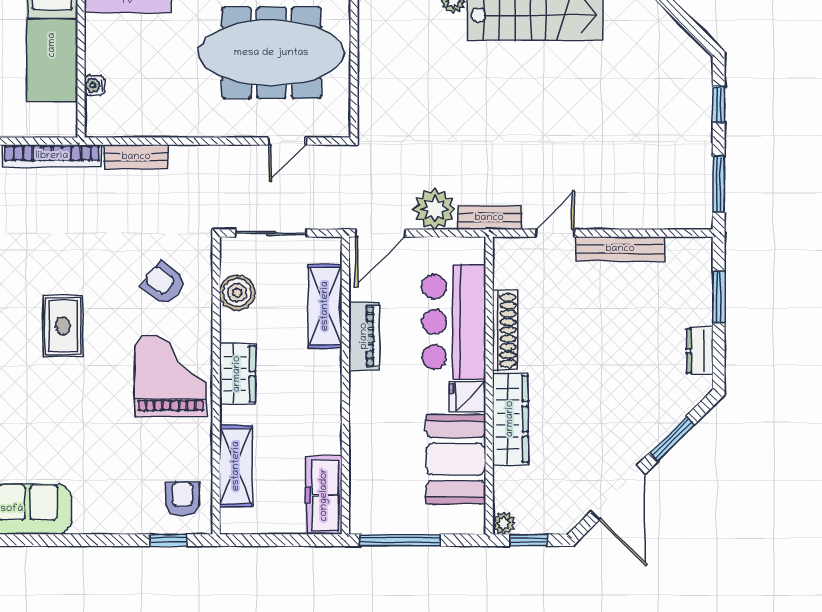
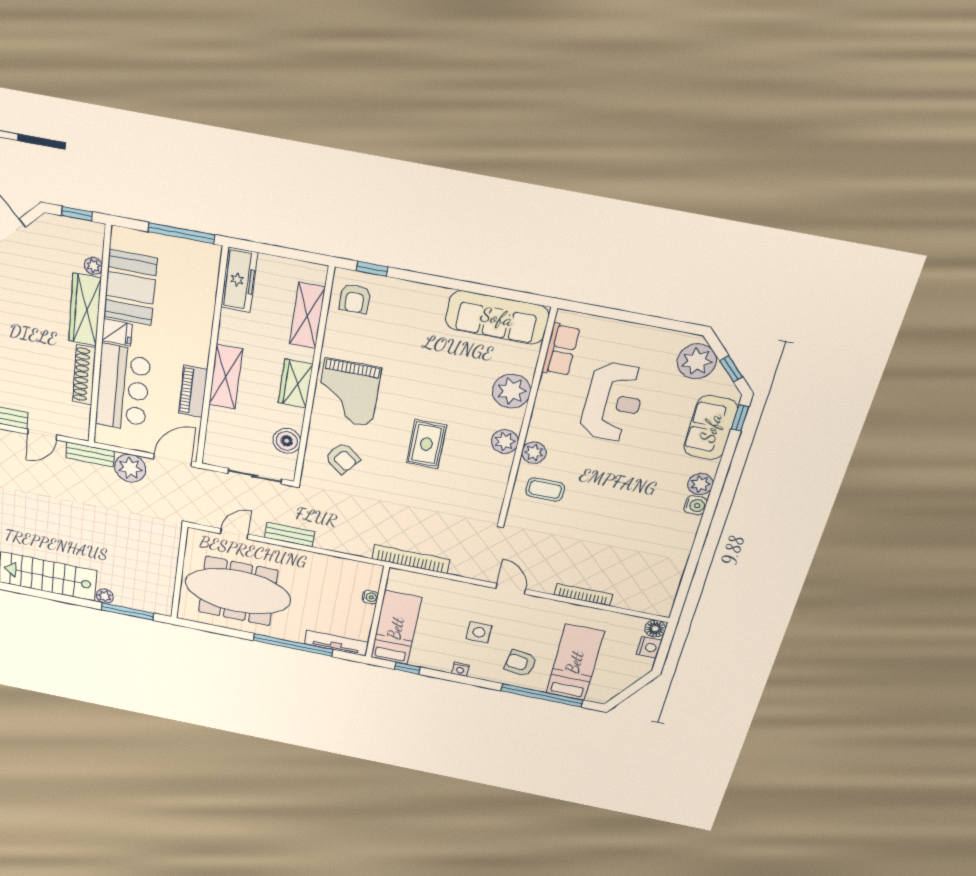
bench: (136, 157) -> (290, 535), moved
shelving: (325, 306) -> (226, 377), moved
plant: (504, 523) -> (93, 266), moved

